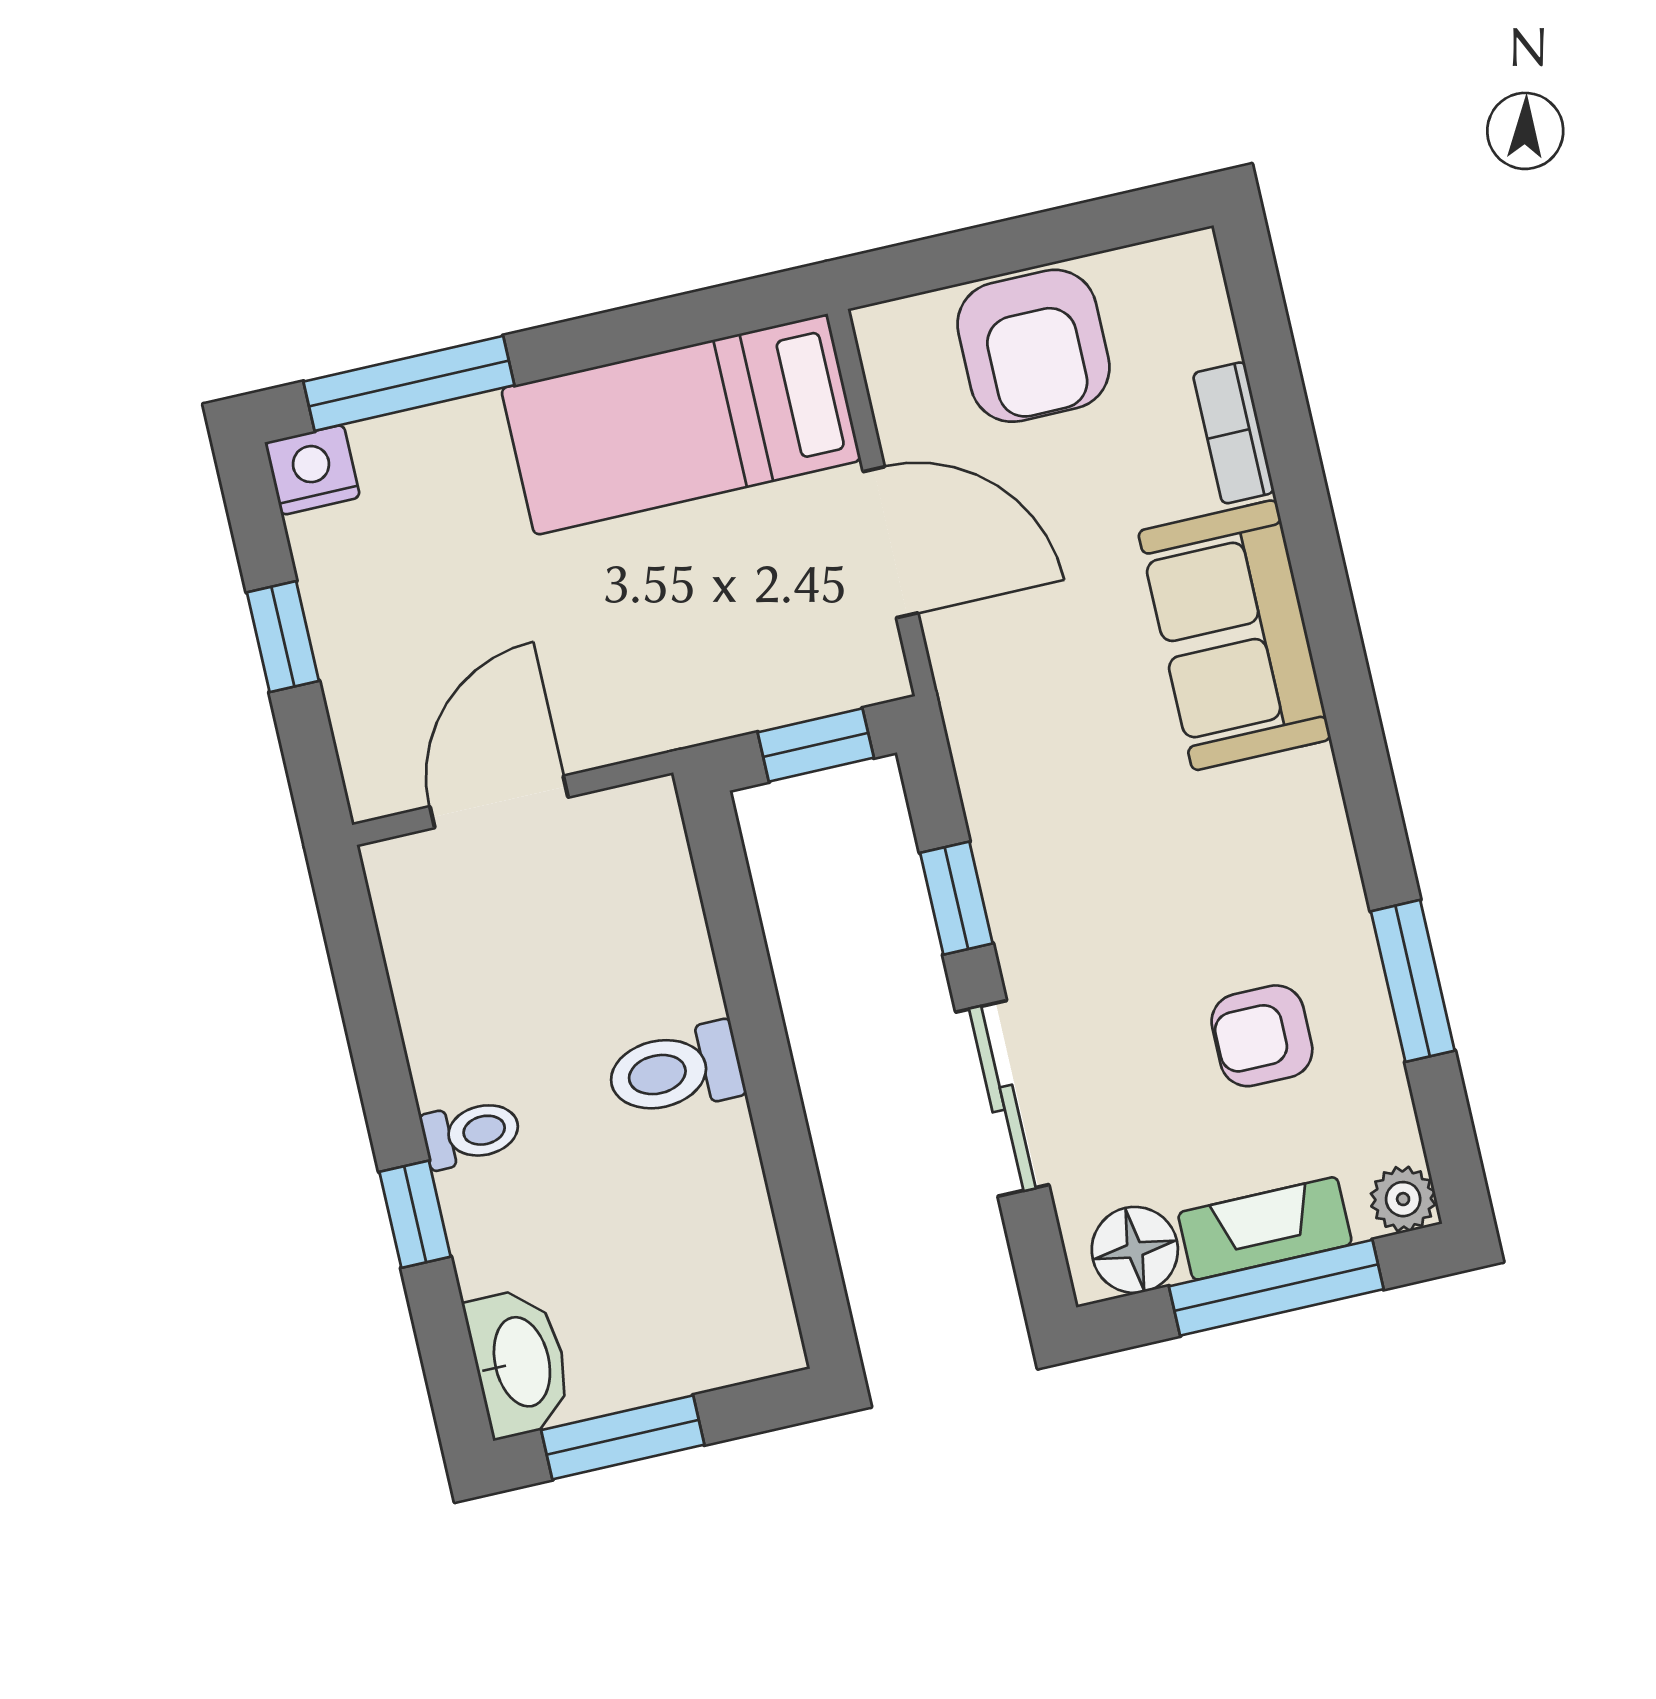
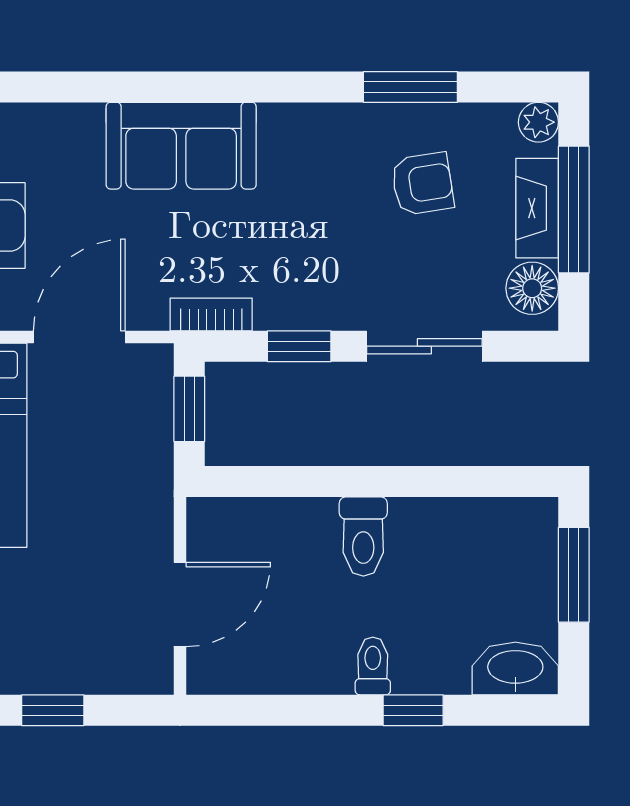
bookcase: (1234, 433) -> (211, 314), moved, turned 180
door: (499, 802) -> (180, 604), swing flipped
armchair: (1262, 1036) -> (422, 184), turned -99
window: (623, 1437) -> (574, 575), moved

